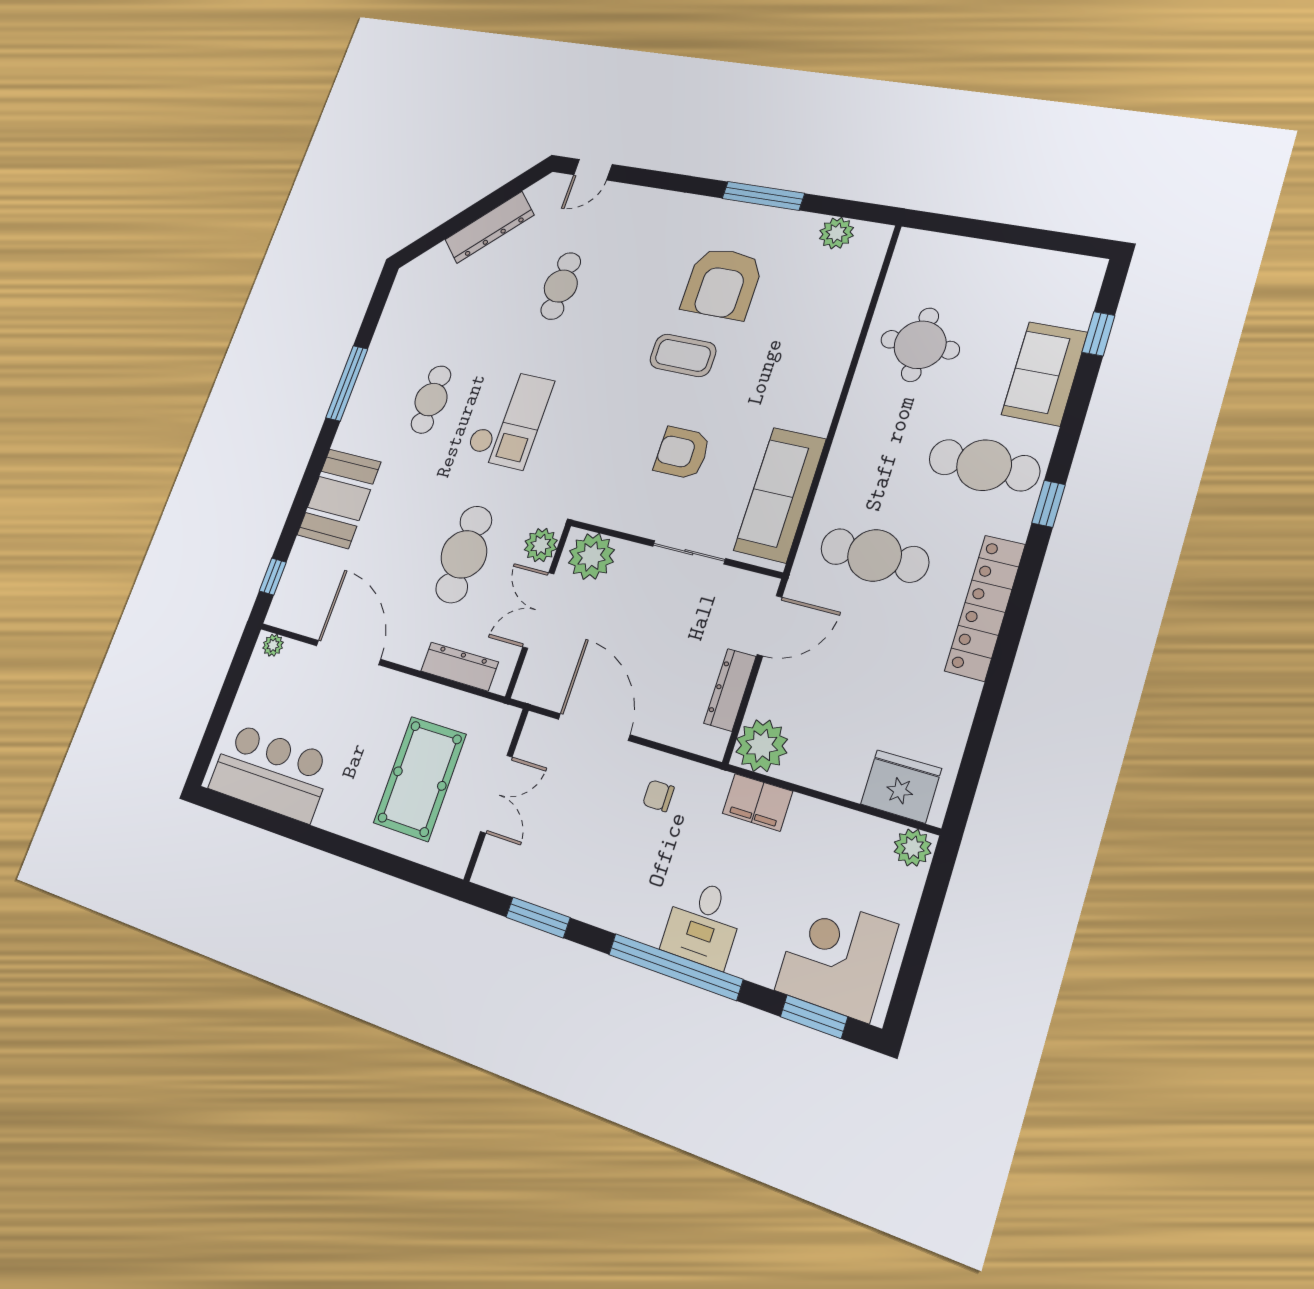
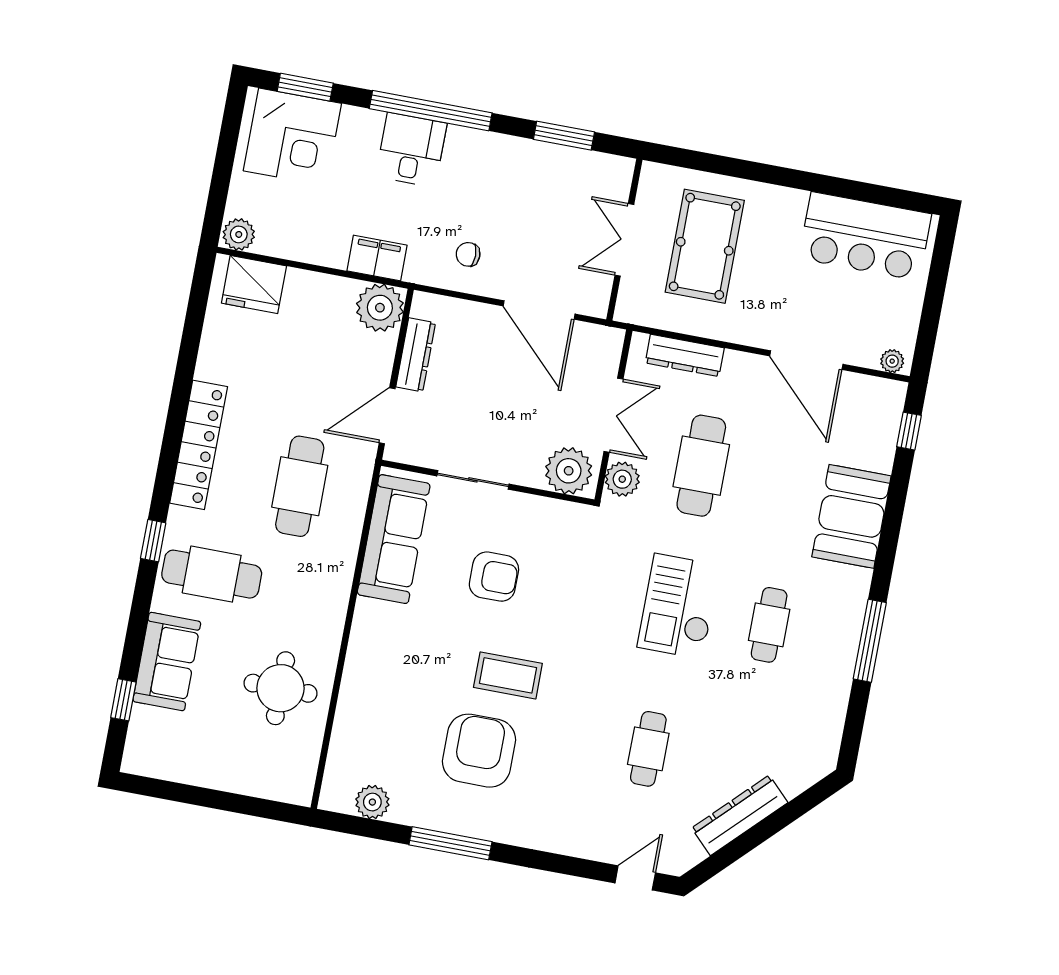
cafe table: (874, 555) -> (300, 486), turned 90
chair: (658, 796) -> (468, 254), turned 180

